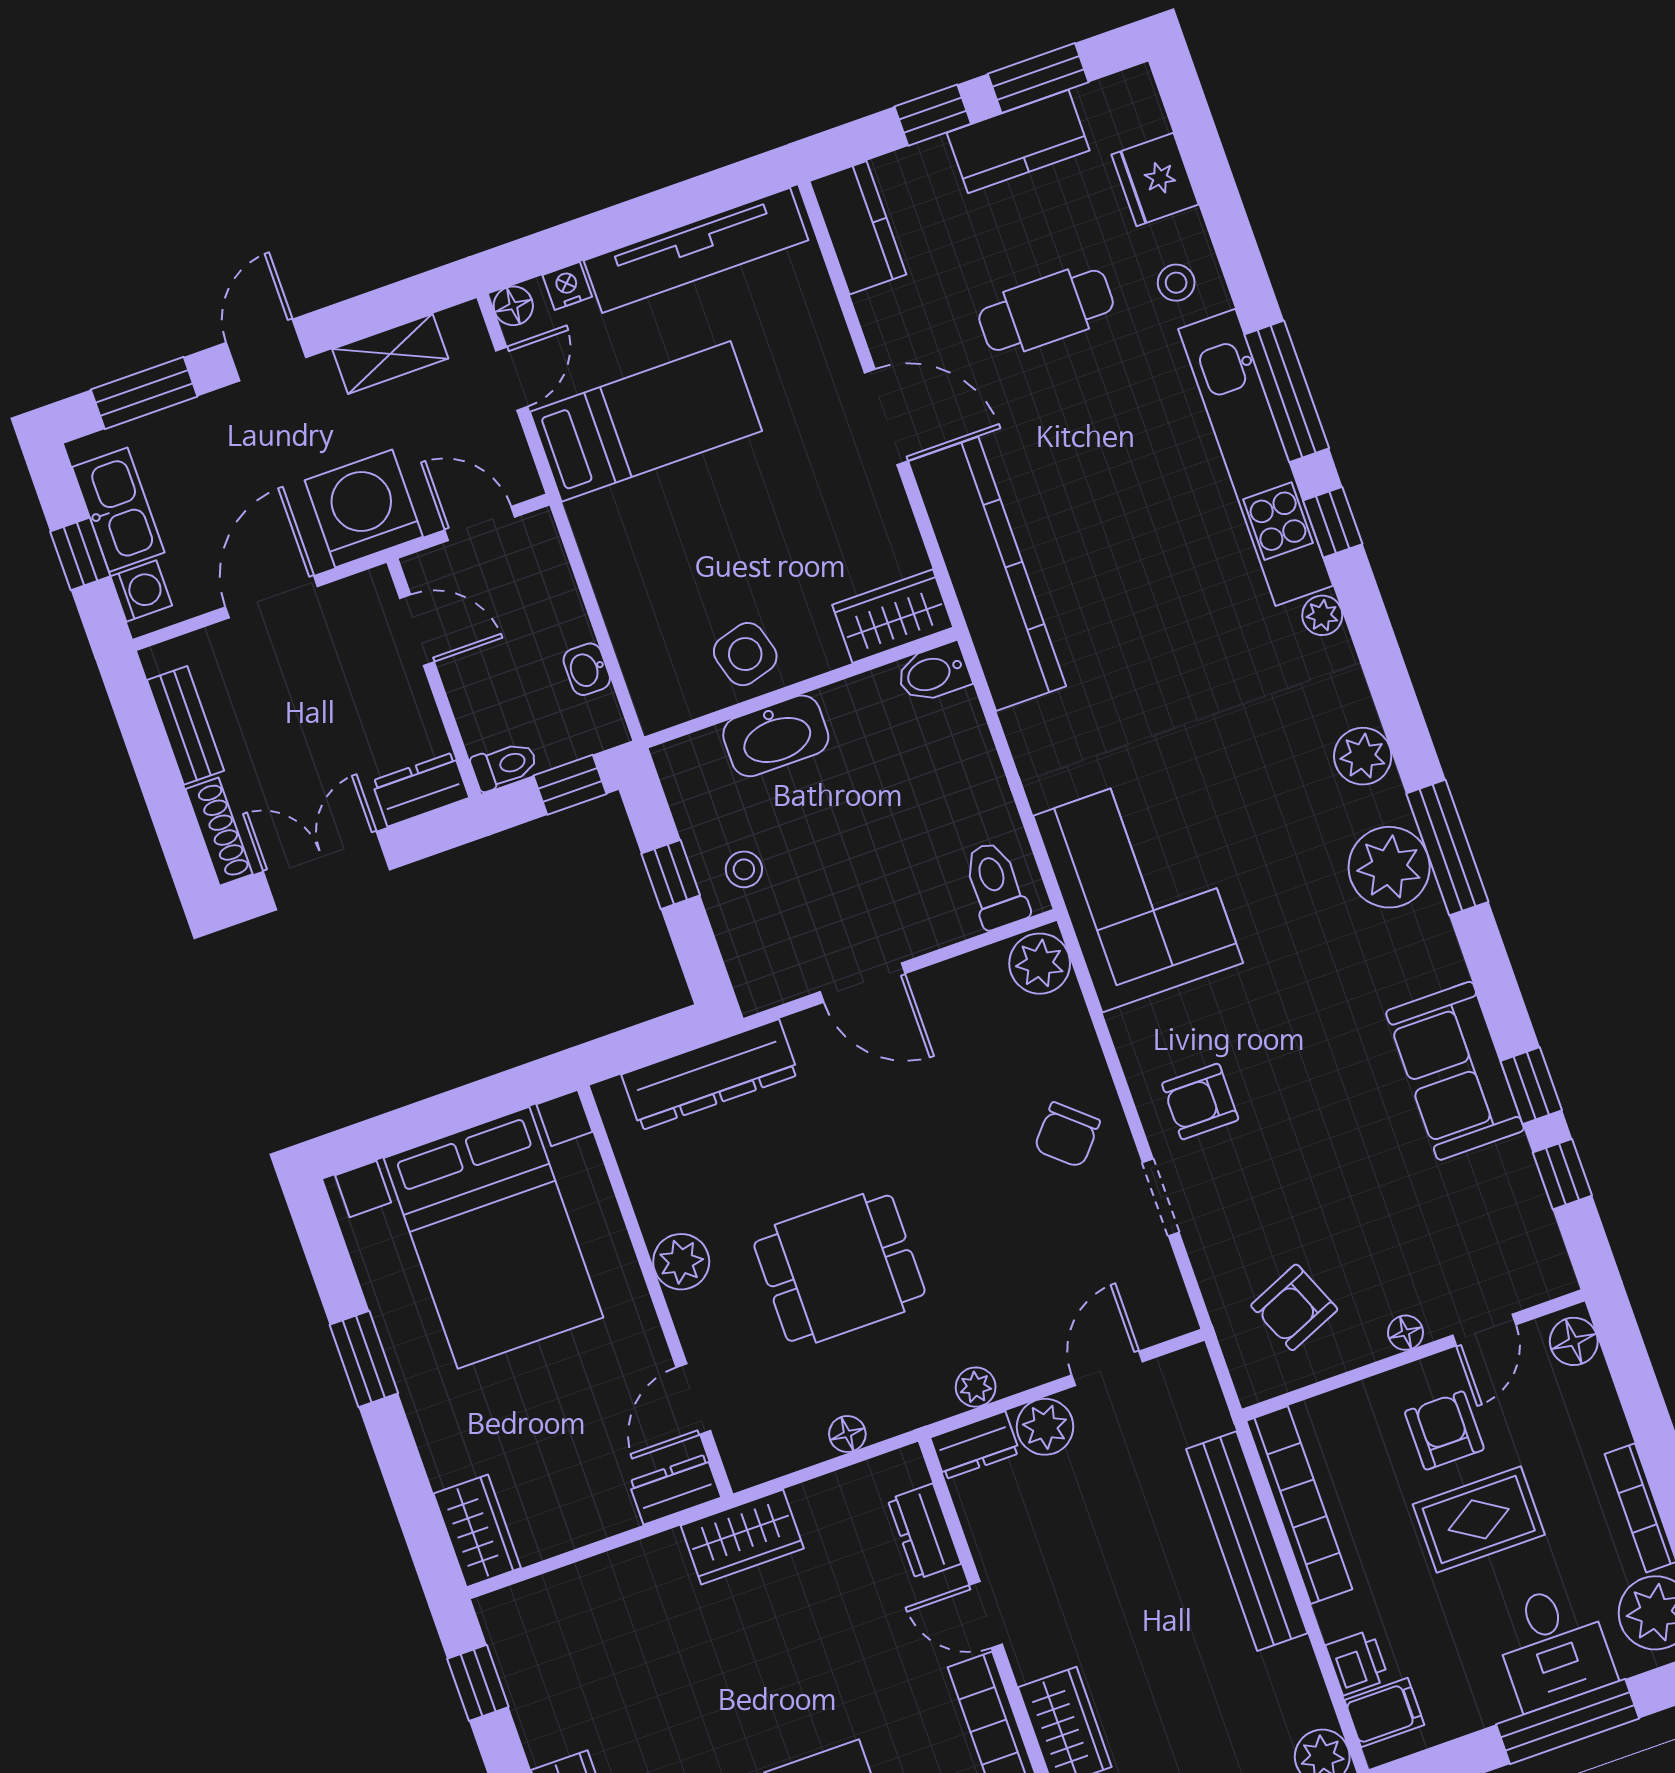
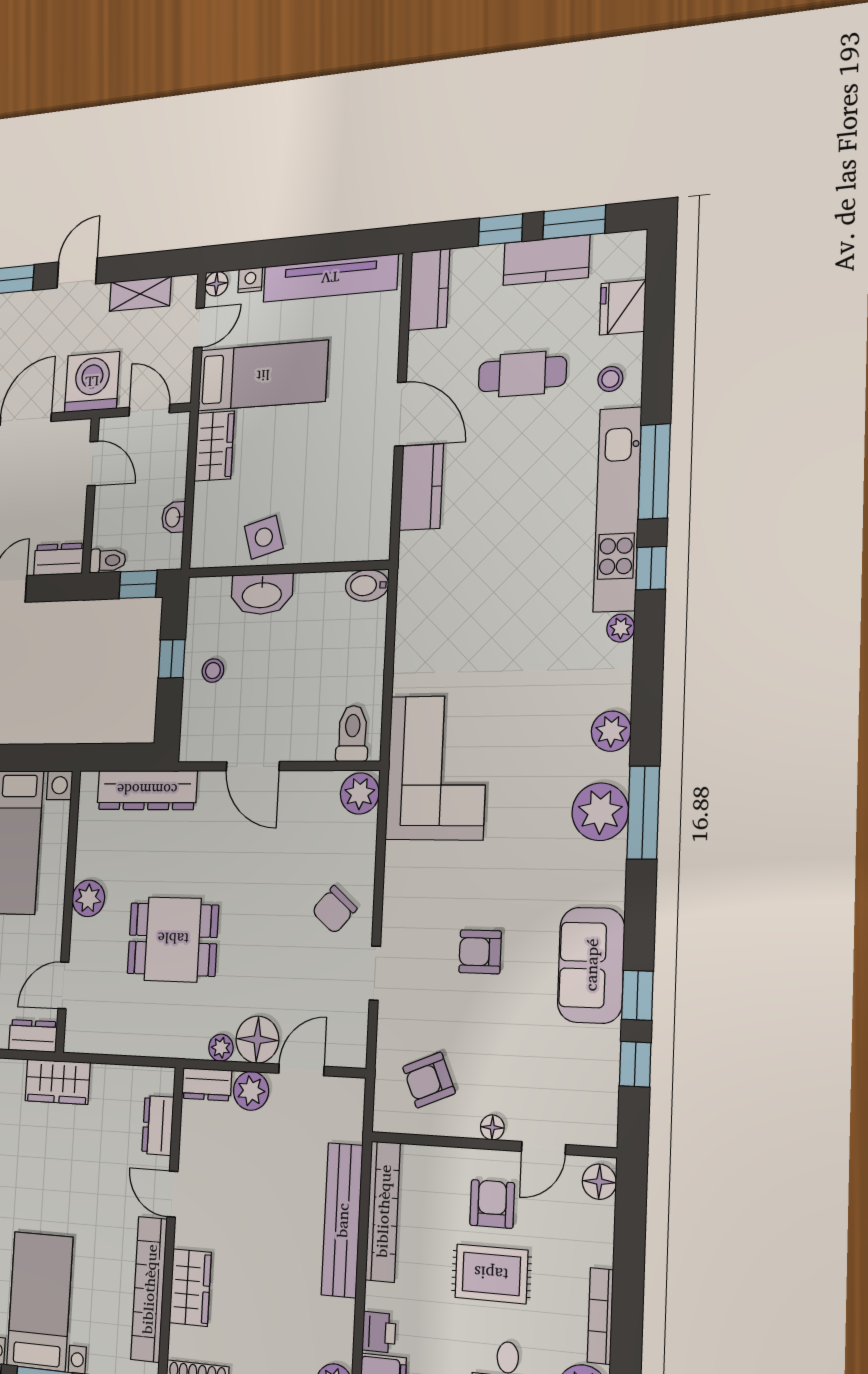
kitchen counter: (987, 574) -> (421, 487), width x0.48, depth x0.86
wardrobe: (893, 616) -> (214, 446), moved, turned 90
armchair: (1200, 1102) -> (480, 952), moved
floor lamp: (847, 1434) -> (257, 1040), moved, width x1.89, depth x1.89

